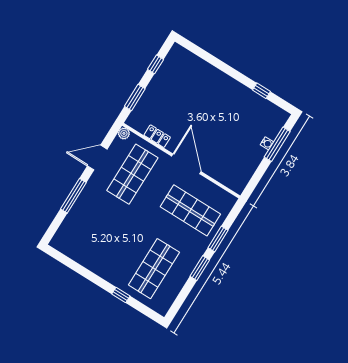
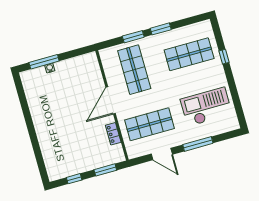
window: (261, 91) -> (24, 103), removed
plant: (124, 133) -> (132, 154), removed
checkout: (96, 236) -> (206, 107), added

